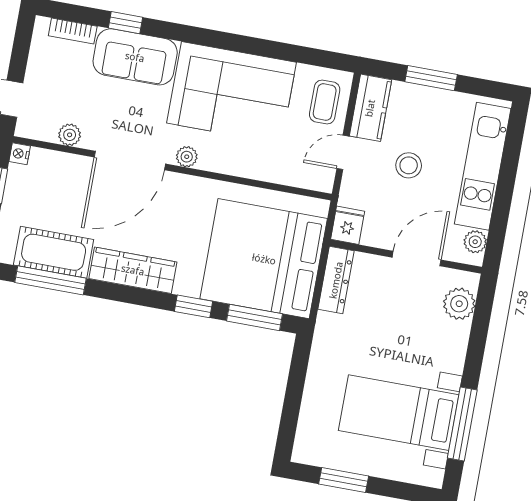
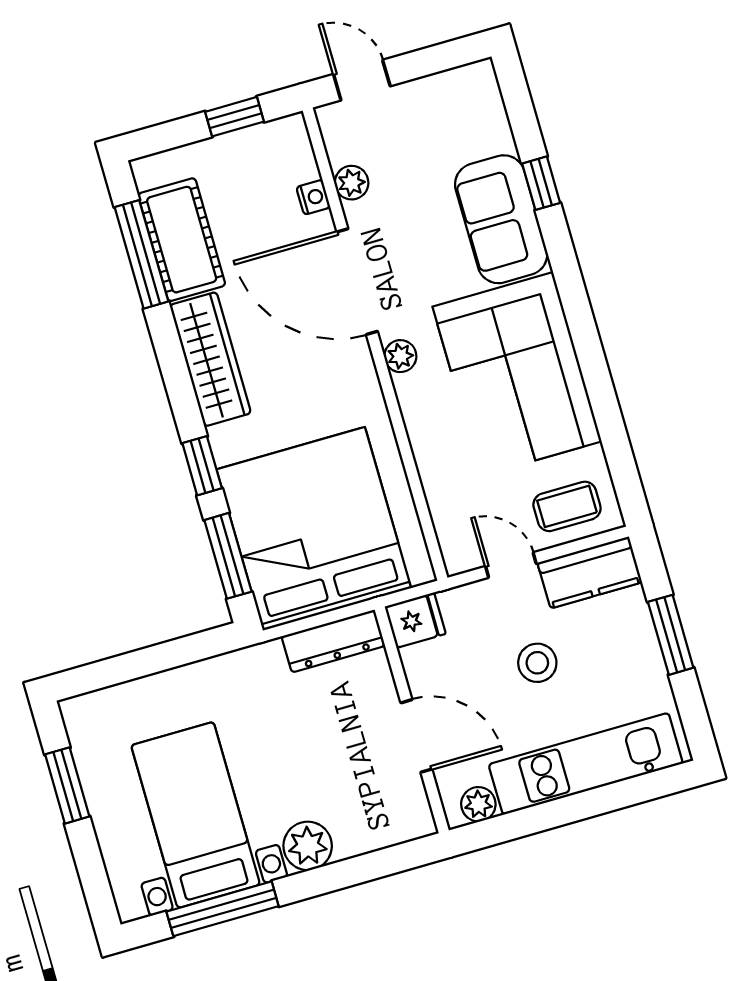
bookcase: (73, 31) -> (494, 117), removed
nightstand: (20, 154) -> (313, 197), moved, turned 90
plant: (459, 304) -> (308, 846), moved

